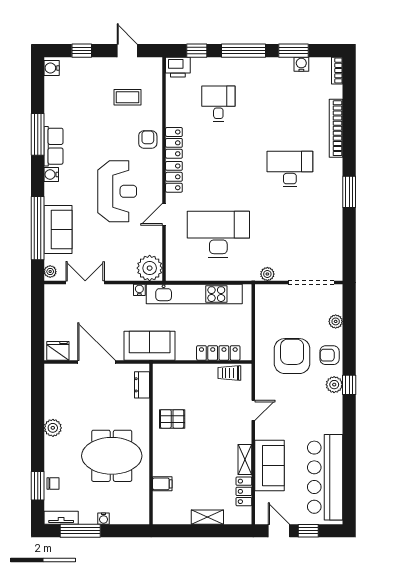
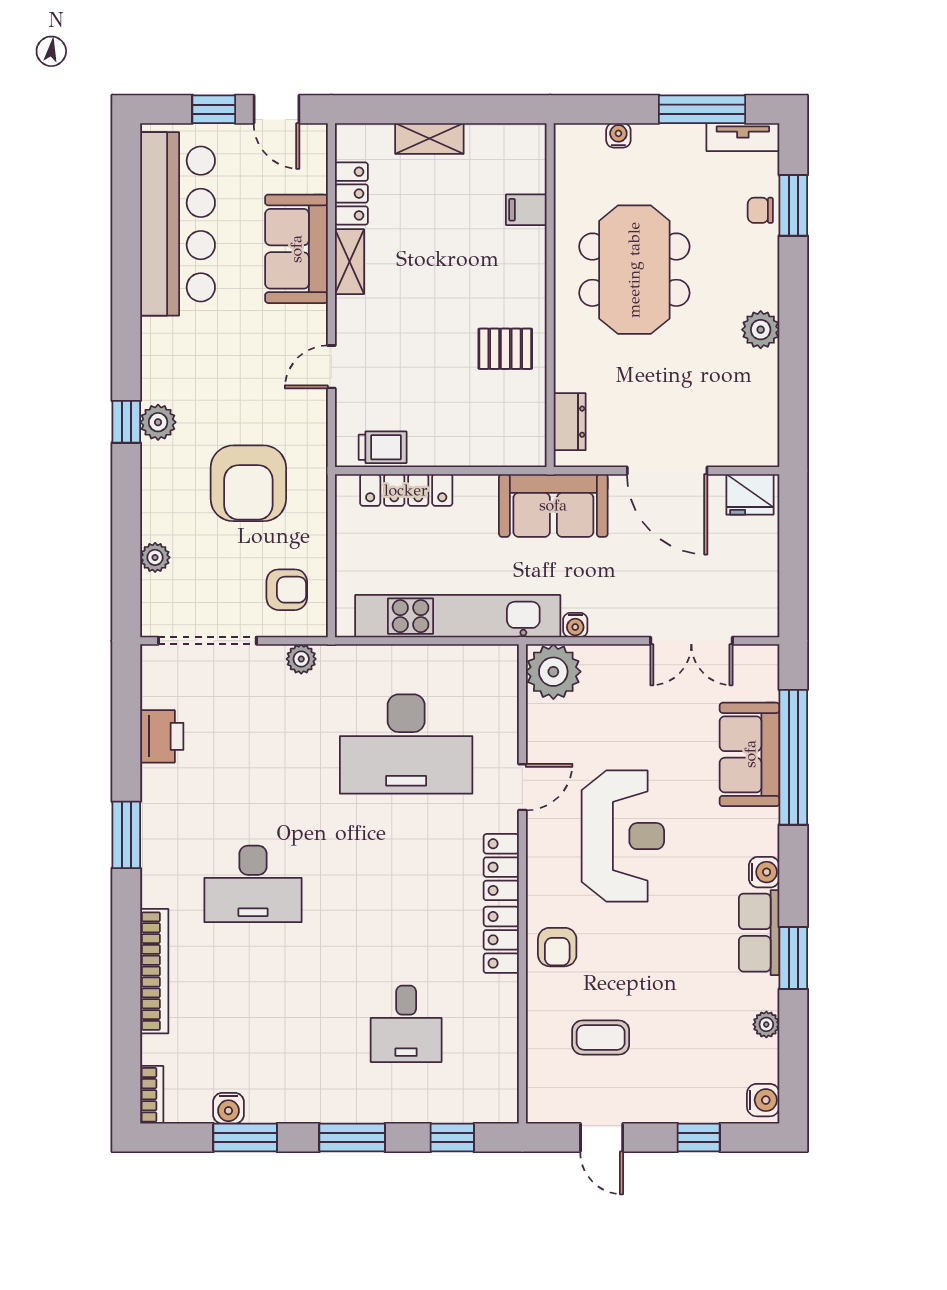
window: (244, 51) -> (352, 1138), width x0.69
printer: (178, 67) -> (162, 736), moved, turned 90
window: (38, 134) -> (793, 958), width x0.69
reception desk: (117, 191) -> (623, 836), turned 180
plant: (50, 272) -> (766, 1024), moved
armchair: (330, 355) -> (287, 590), moved
meeting table: (112, 456) -> (634, 270), turned 90
water cooler: (104, 519) -> (618, 135), moved

